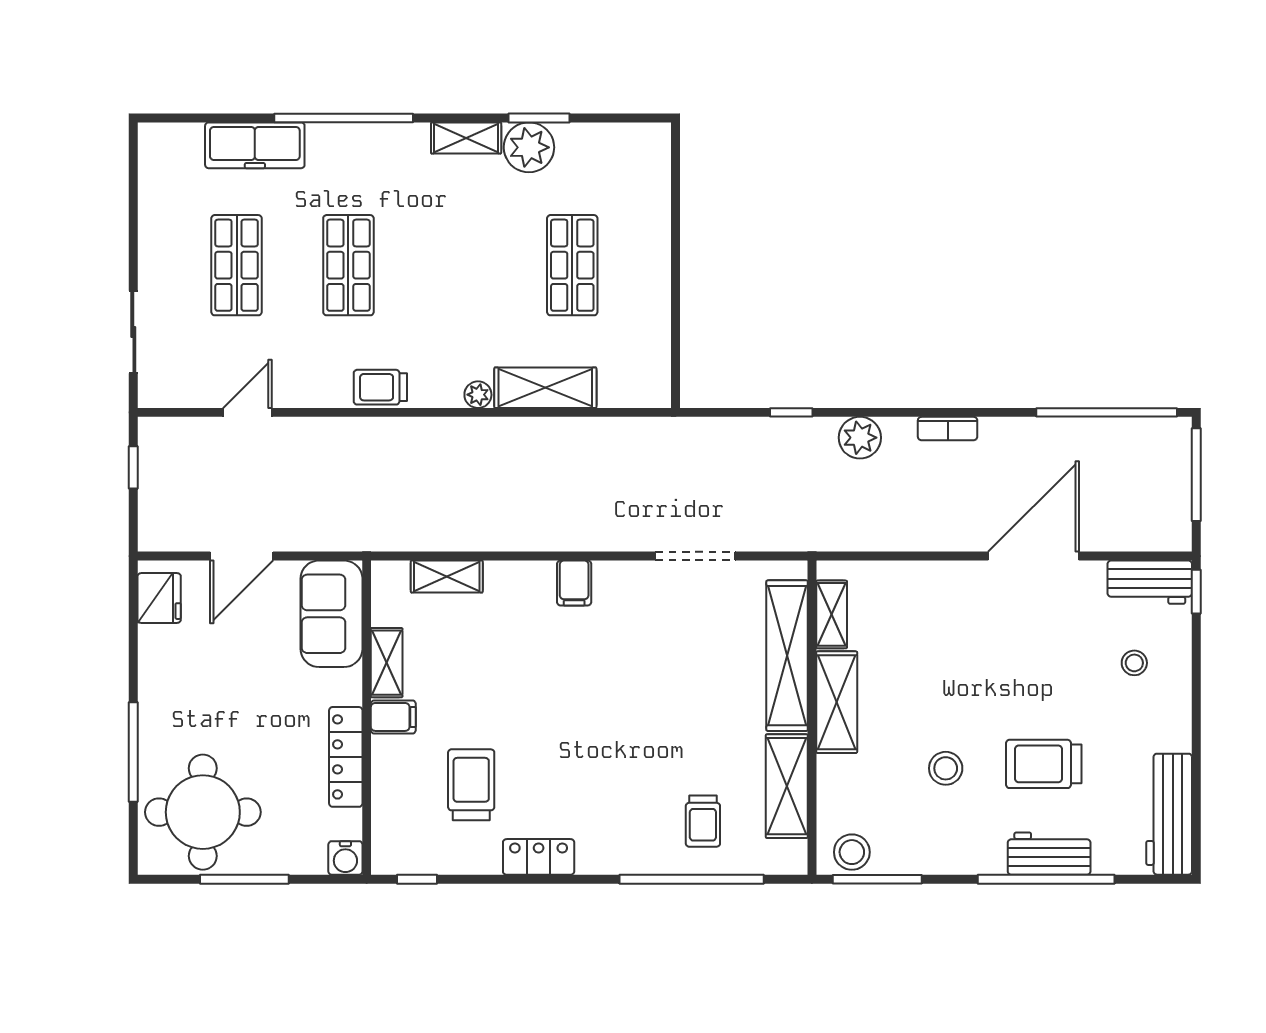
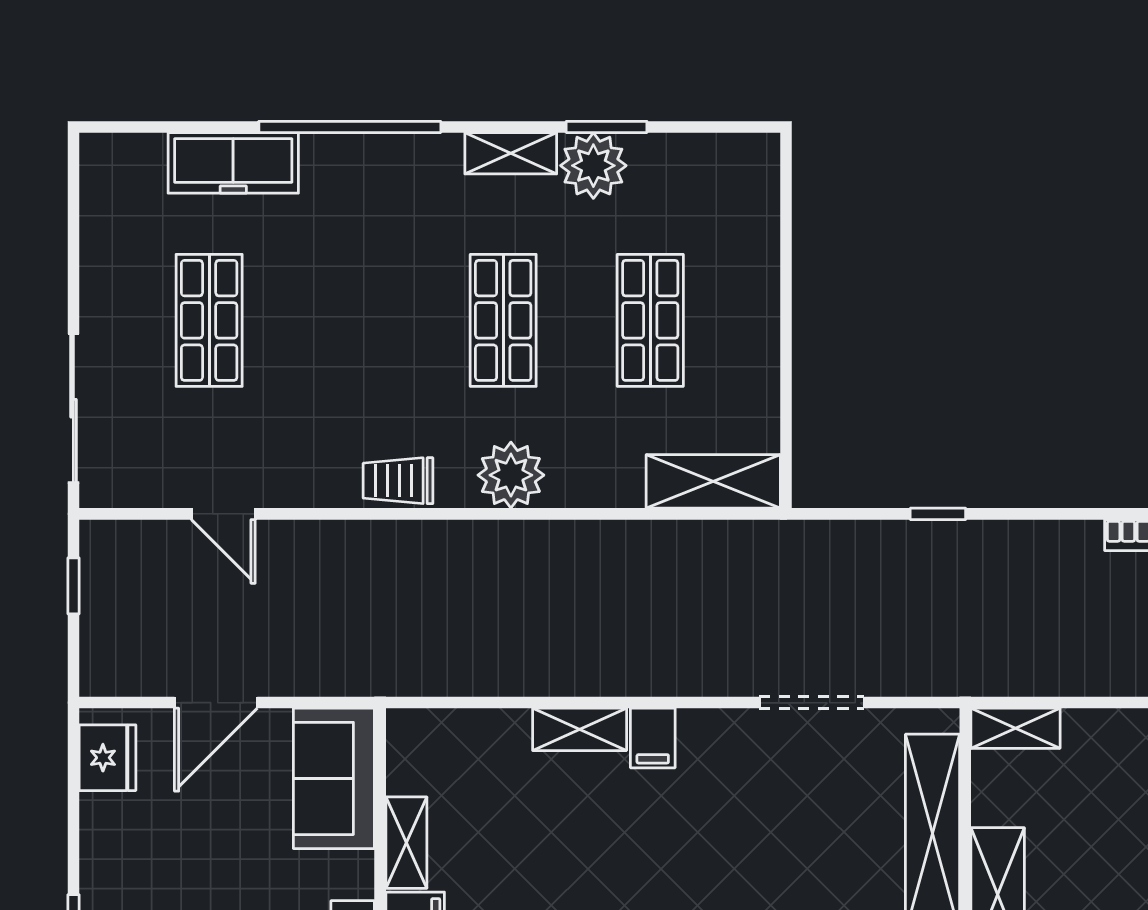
shop shelf: (348, 265) -> (503, 320), moved
sliding door: (133, 332) -> (73, 408), width x1.37
shelving: (545, 388) -> (713, 481), moved
plant: (478, 395) -> (511, 475), width x1.88, depth x1.88
door: (247, 412) -> (223, 514), swing flipped
plant: (860, 438) -> (1028, 547), removed
shelving: (447, 576) -> (580, 729), moved
shelving: (832, 614) -> (1015, 728), moved, turned 90

